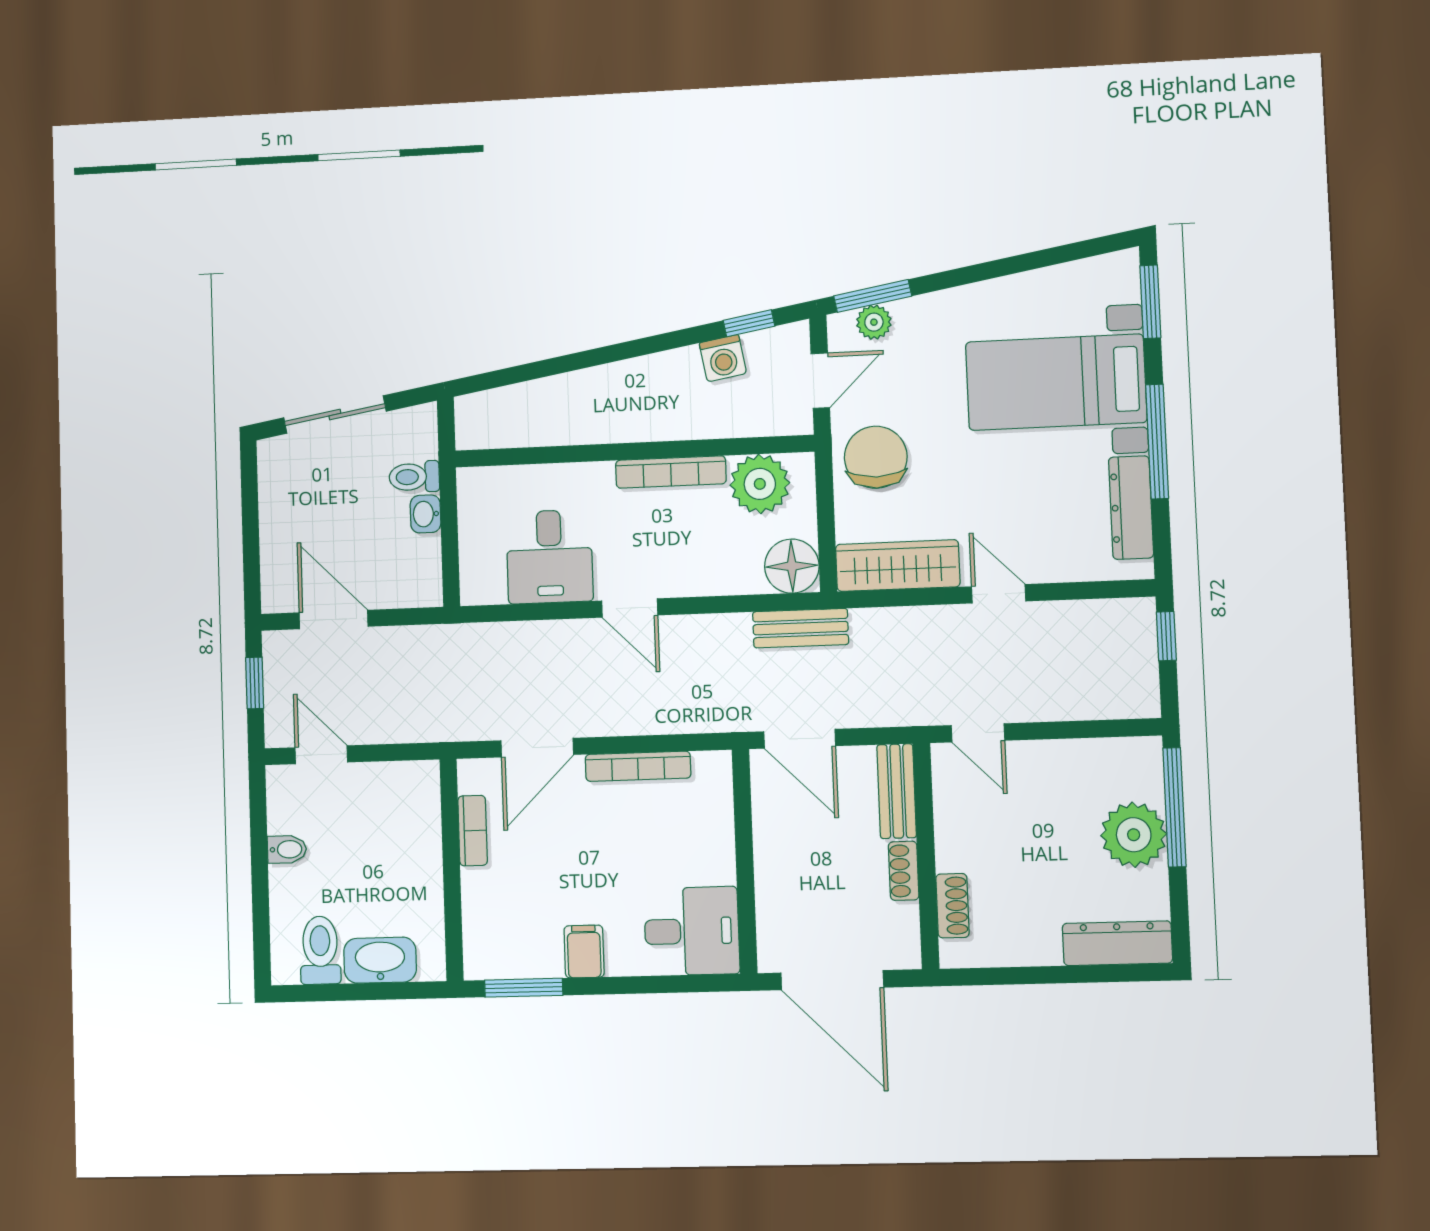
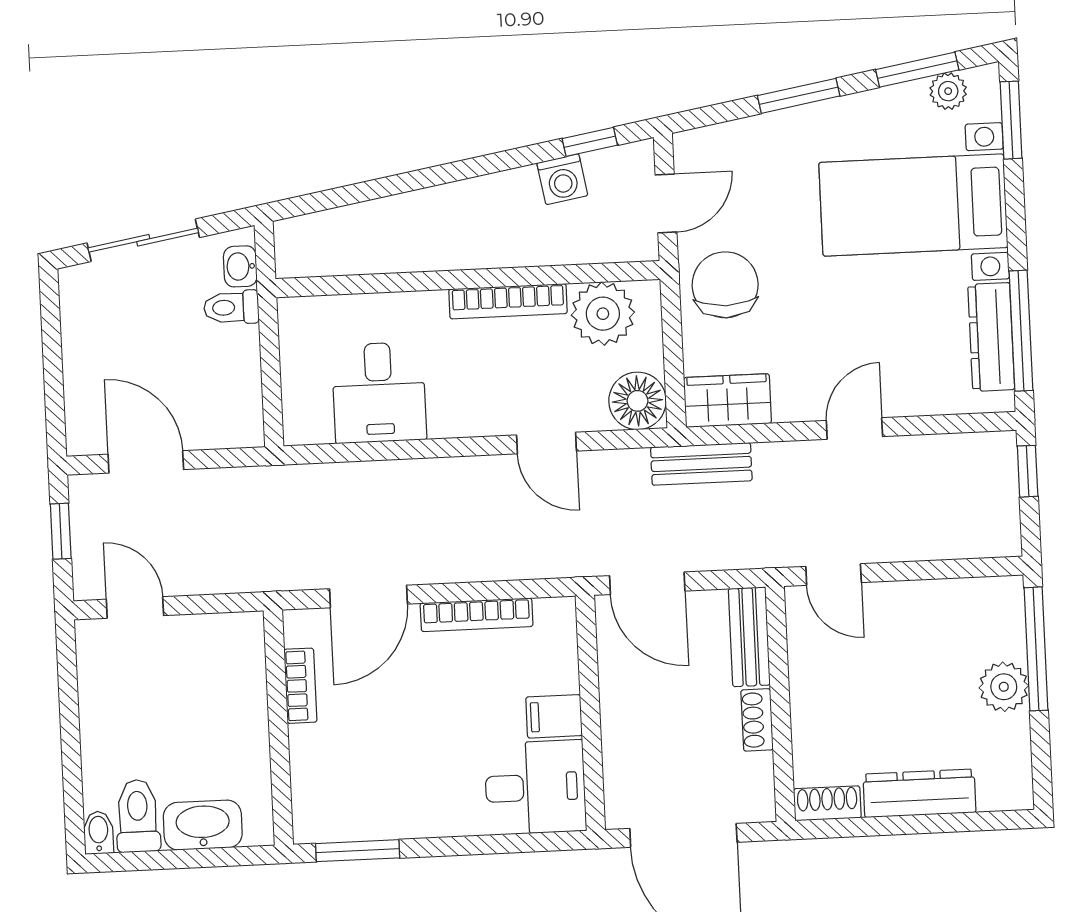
window: (1060, 255) -> (917, 70), added
window: (873, 296) -> (799, 96), moved
plant: (874, 322) -> (948, 91), moved
window: (1157, 442) -> (1021, 331), moved
washbasin: (425, 514) -> (240, 266), moved
wardrobe: (898, 566) -> (727, 400), width x0.67
door: (999, 594) -> (854, 429), hinge flipped
door: (630, 608) -> (547, 443), moved
bench: (801, 628) -> (701, 464), moved
plant: (1134, 835) -> (1004, 687), width x0.73, depth x0.73
bidet: (287, 849) -> (98, 833), moved, turned -90
shoe rack: (952, 906) -> (827, 803), moved, turned -90
dresser: (1117, 943) -> (919, 793), moved
filing cabinet: (584, 951) -> (554, 716), moved, turned -90

